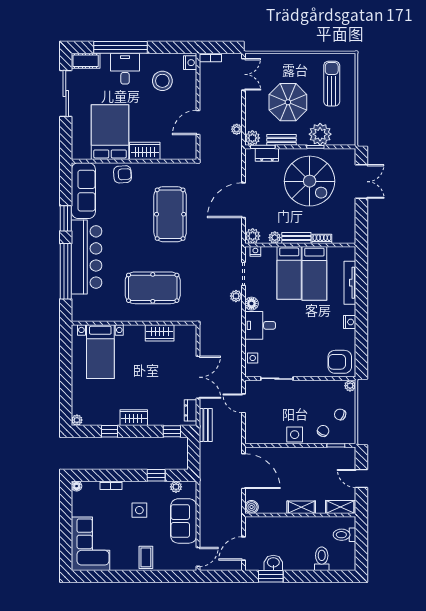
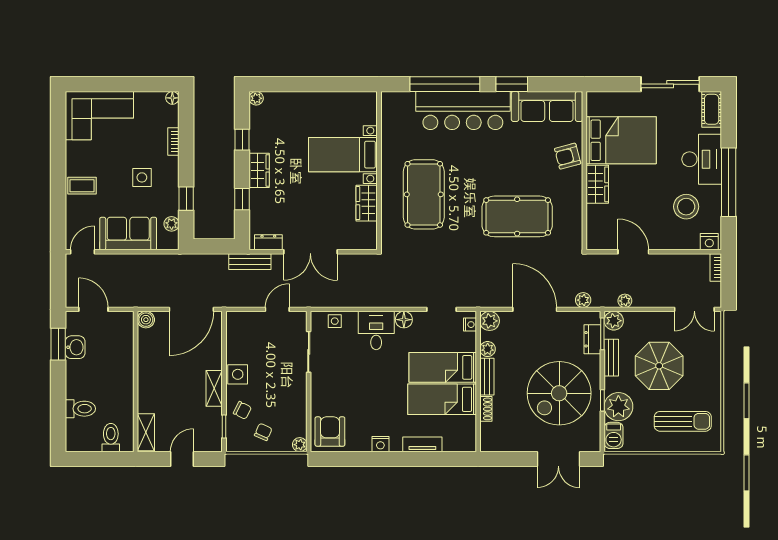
window: (120, 47) -> (729, 182), moved
desk: (125, 69) -> (702, 159), width x1.37
barbecue: (343, 138) -> (614, 435), added
armchair: (123, 174) -> (568, 156), turned 79
tv unit: (350, 283) -> (422, 444), width x0.71
plant: (236, 296) -> (583, 300), moved
bed with nightstands: (100, 352) -> (343, 155), moved
window: (172, 431) -> (242, 199), moved
shelving: (301, 507) -> (214, 388), moved
door: (198, 557) -> (83, 252), swing flipped

